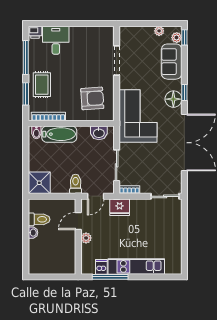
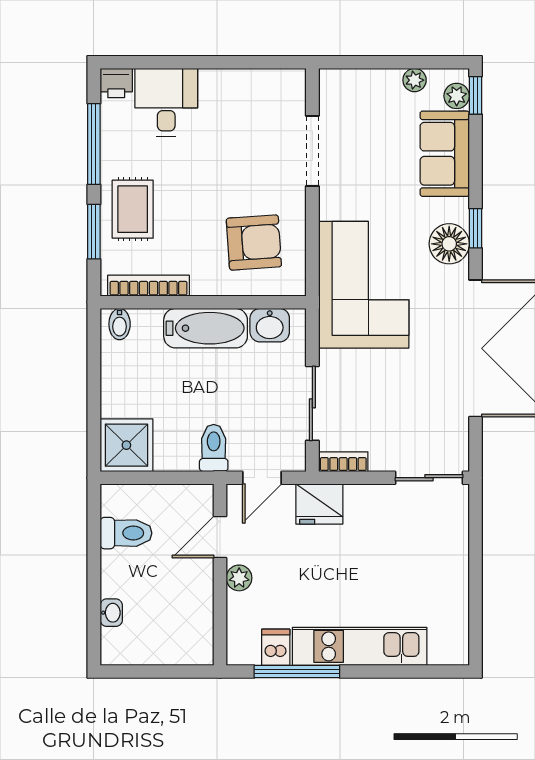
bathtub: (59, 134) -> (206, 328), moved
washbasin: (33, 233) -> (111, 613), moved

